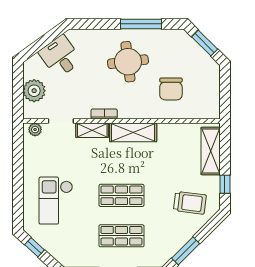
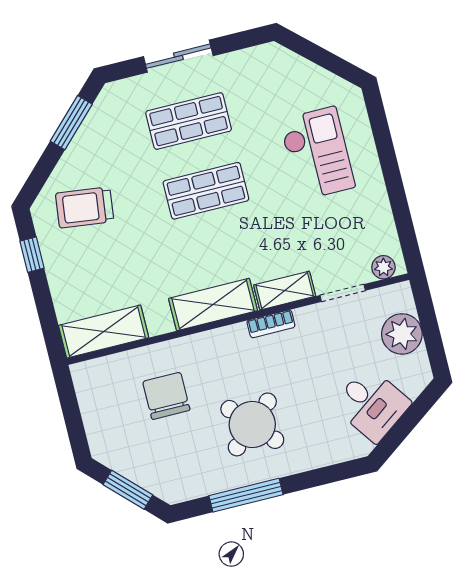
round table: (128, 62) -> (252, 424), turned -35
shelving: (211, 151) -> (104, 332), moved, turned 90
window: (34, 247) -> (334, 64), removed

